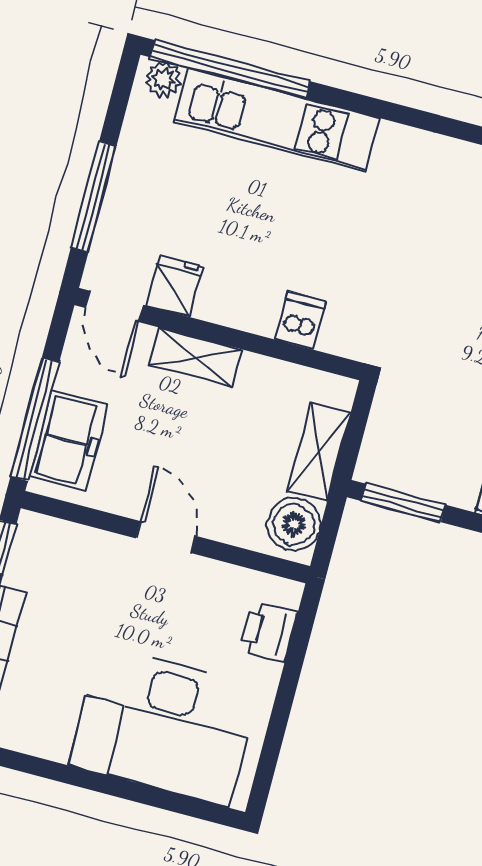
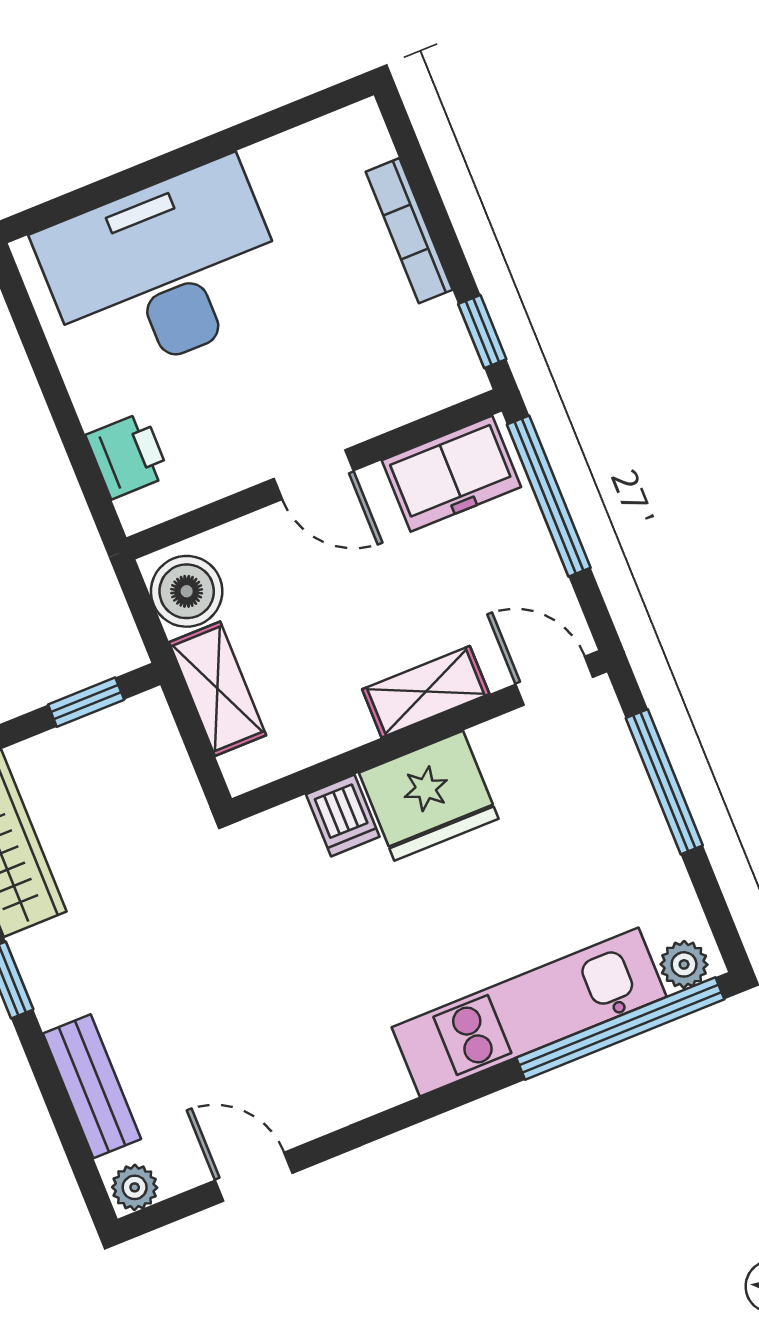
fridge: (175, 286) -> (429, 796), moved, width x1.88, depth x1.34
freezer: (68, 440) -> (451, 474), moved, turned -90
window: (403, 503) -> (86, 702), width x0.67

